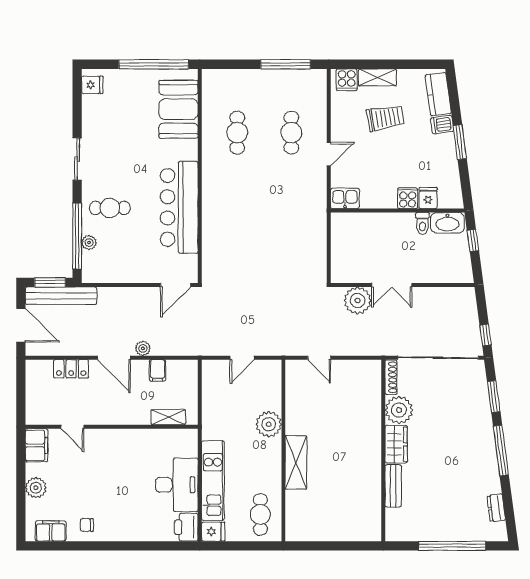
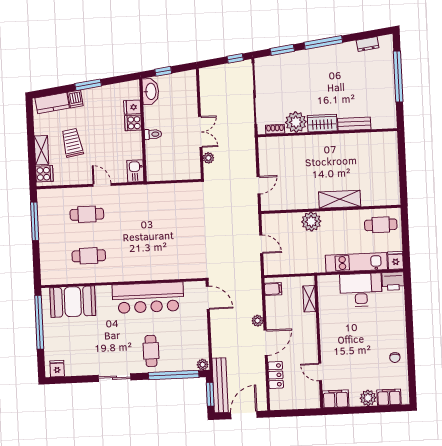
toilet: (422, 223) -> (153, 134), moved
plant: (89, 243) -> (203, 365), moved
plant: (358, 300) -> (208, 158), width x0.53, depth x0.53
filing cabinet: (158, 370) -> (273, 289), moved
shoe rack: (391, 377) -> (275, 129), width x0.70
door: (72, 427) -> (320, 372), swing flipped
filing cabinet: (51, 531) -> (389, 397), moved, turned 90

